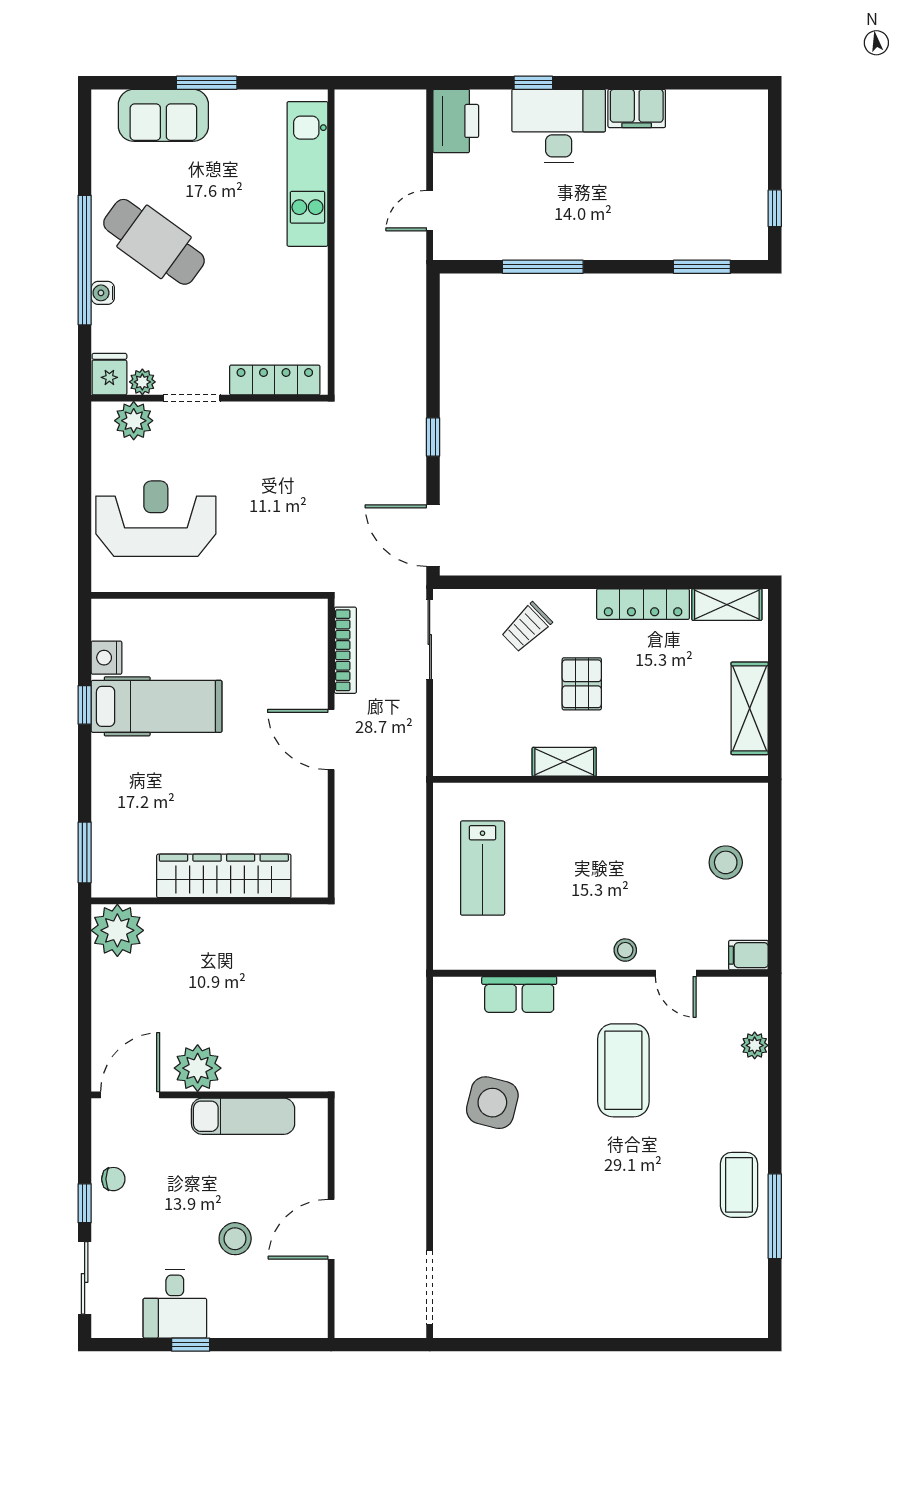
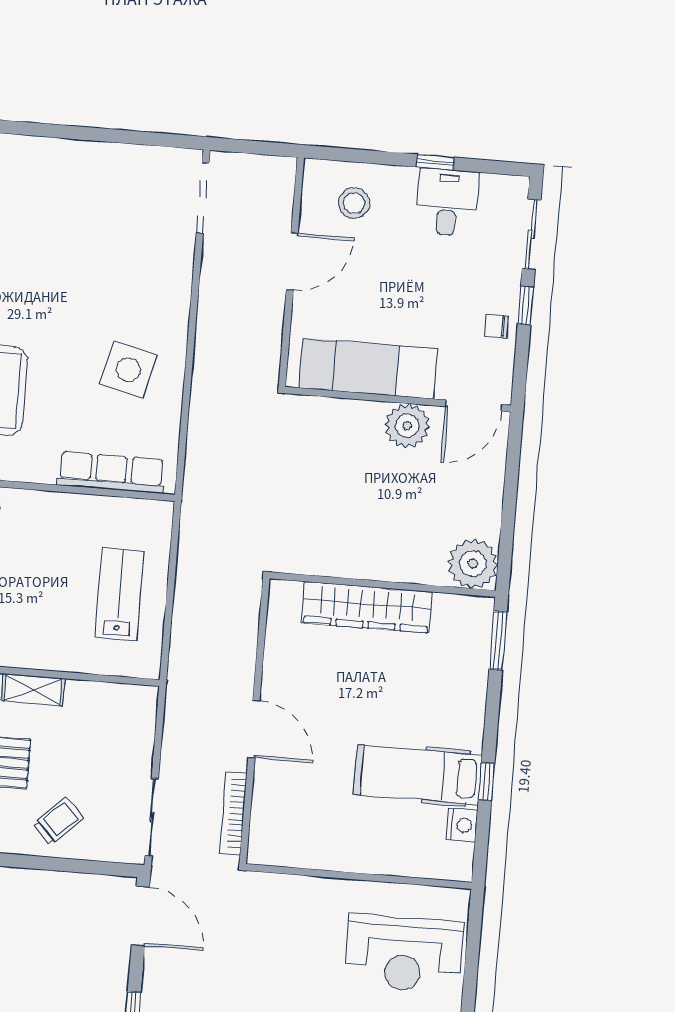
row of seats: (519, 994) -> (111, 472), width x1.48
exam couch: (243, 1116) -> (368, 368), width x1.36, depth x1.45
stool: (235, 1239) -> (354, 203), moved

